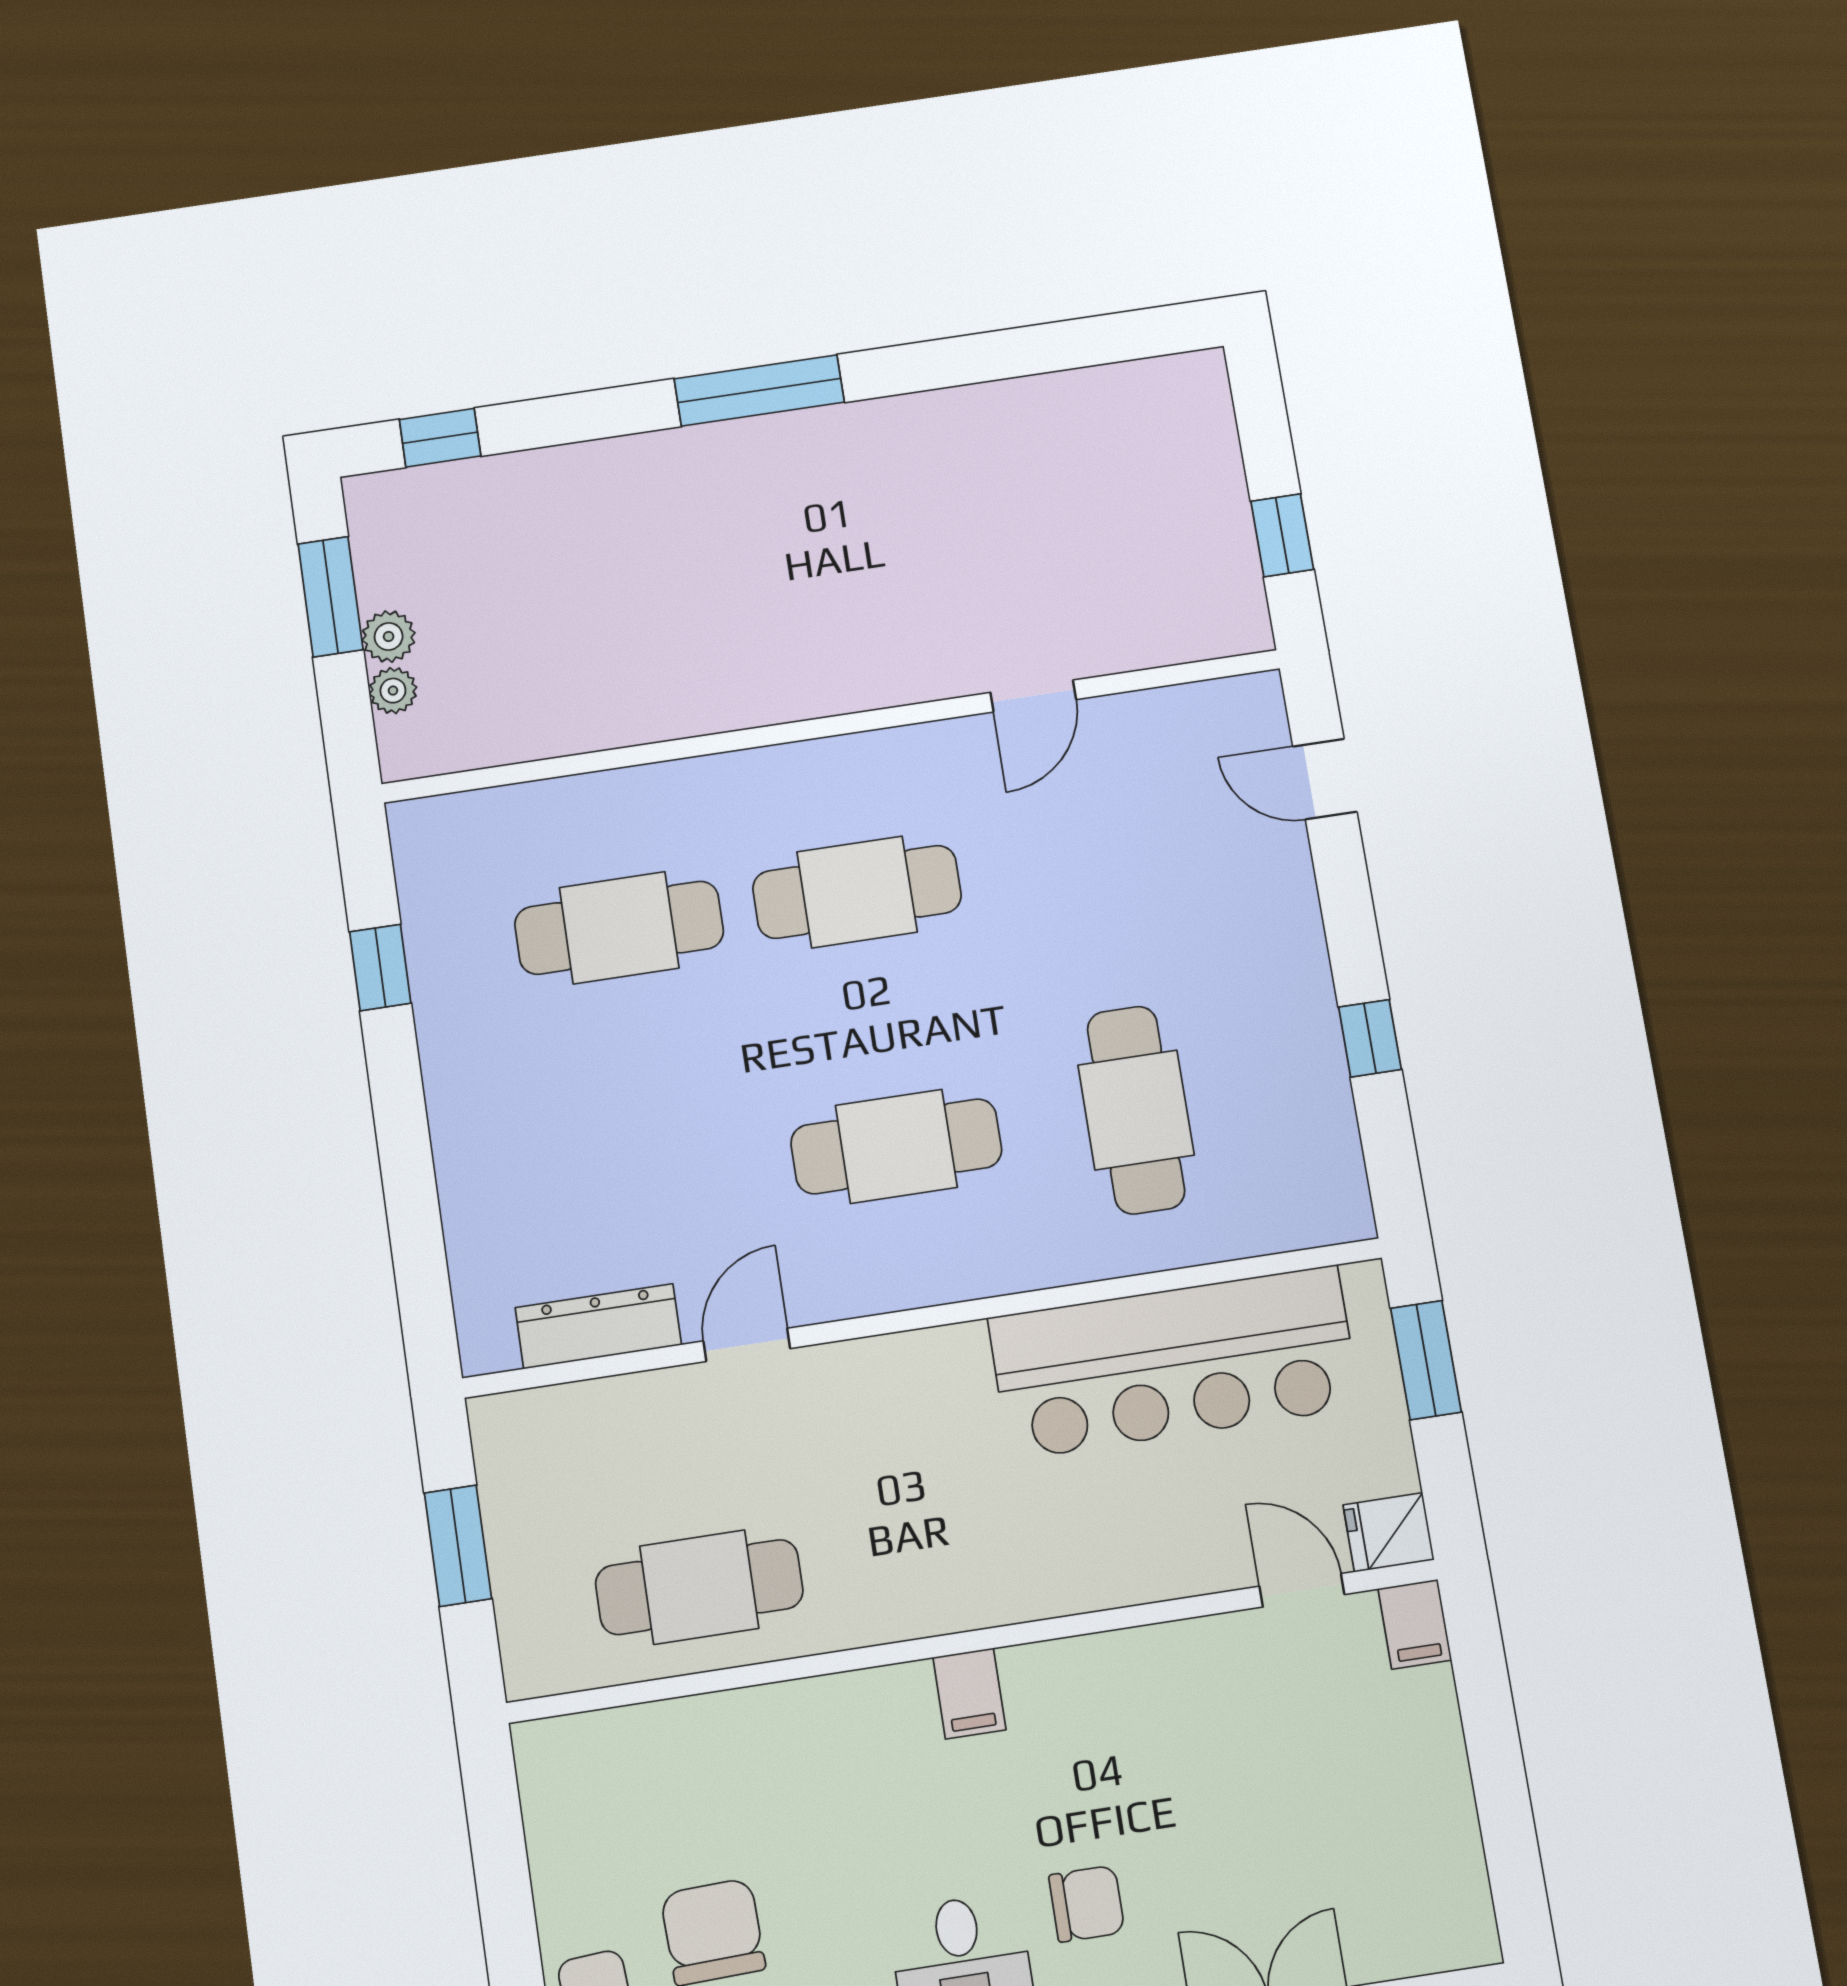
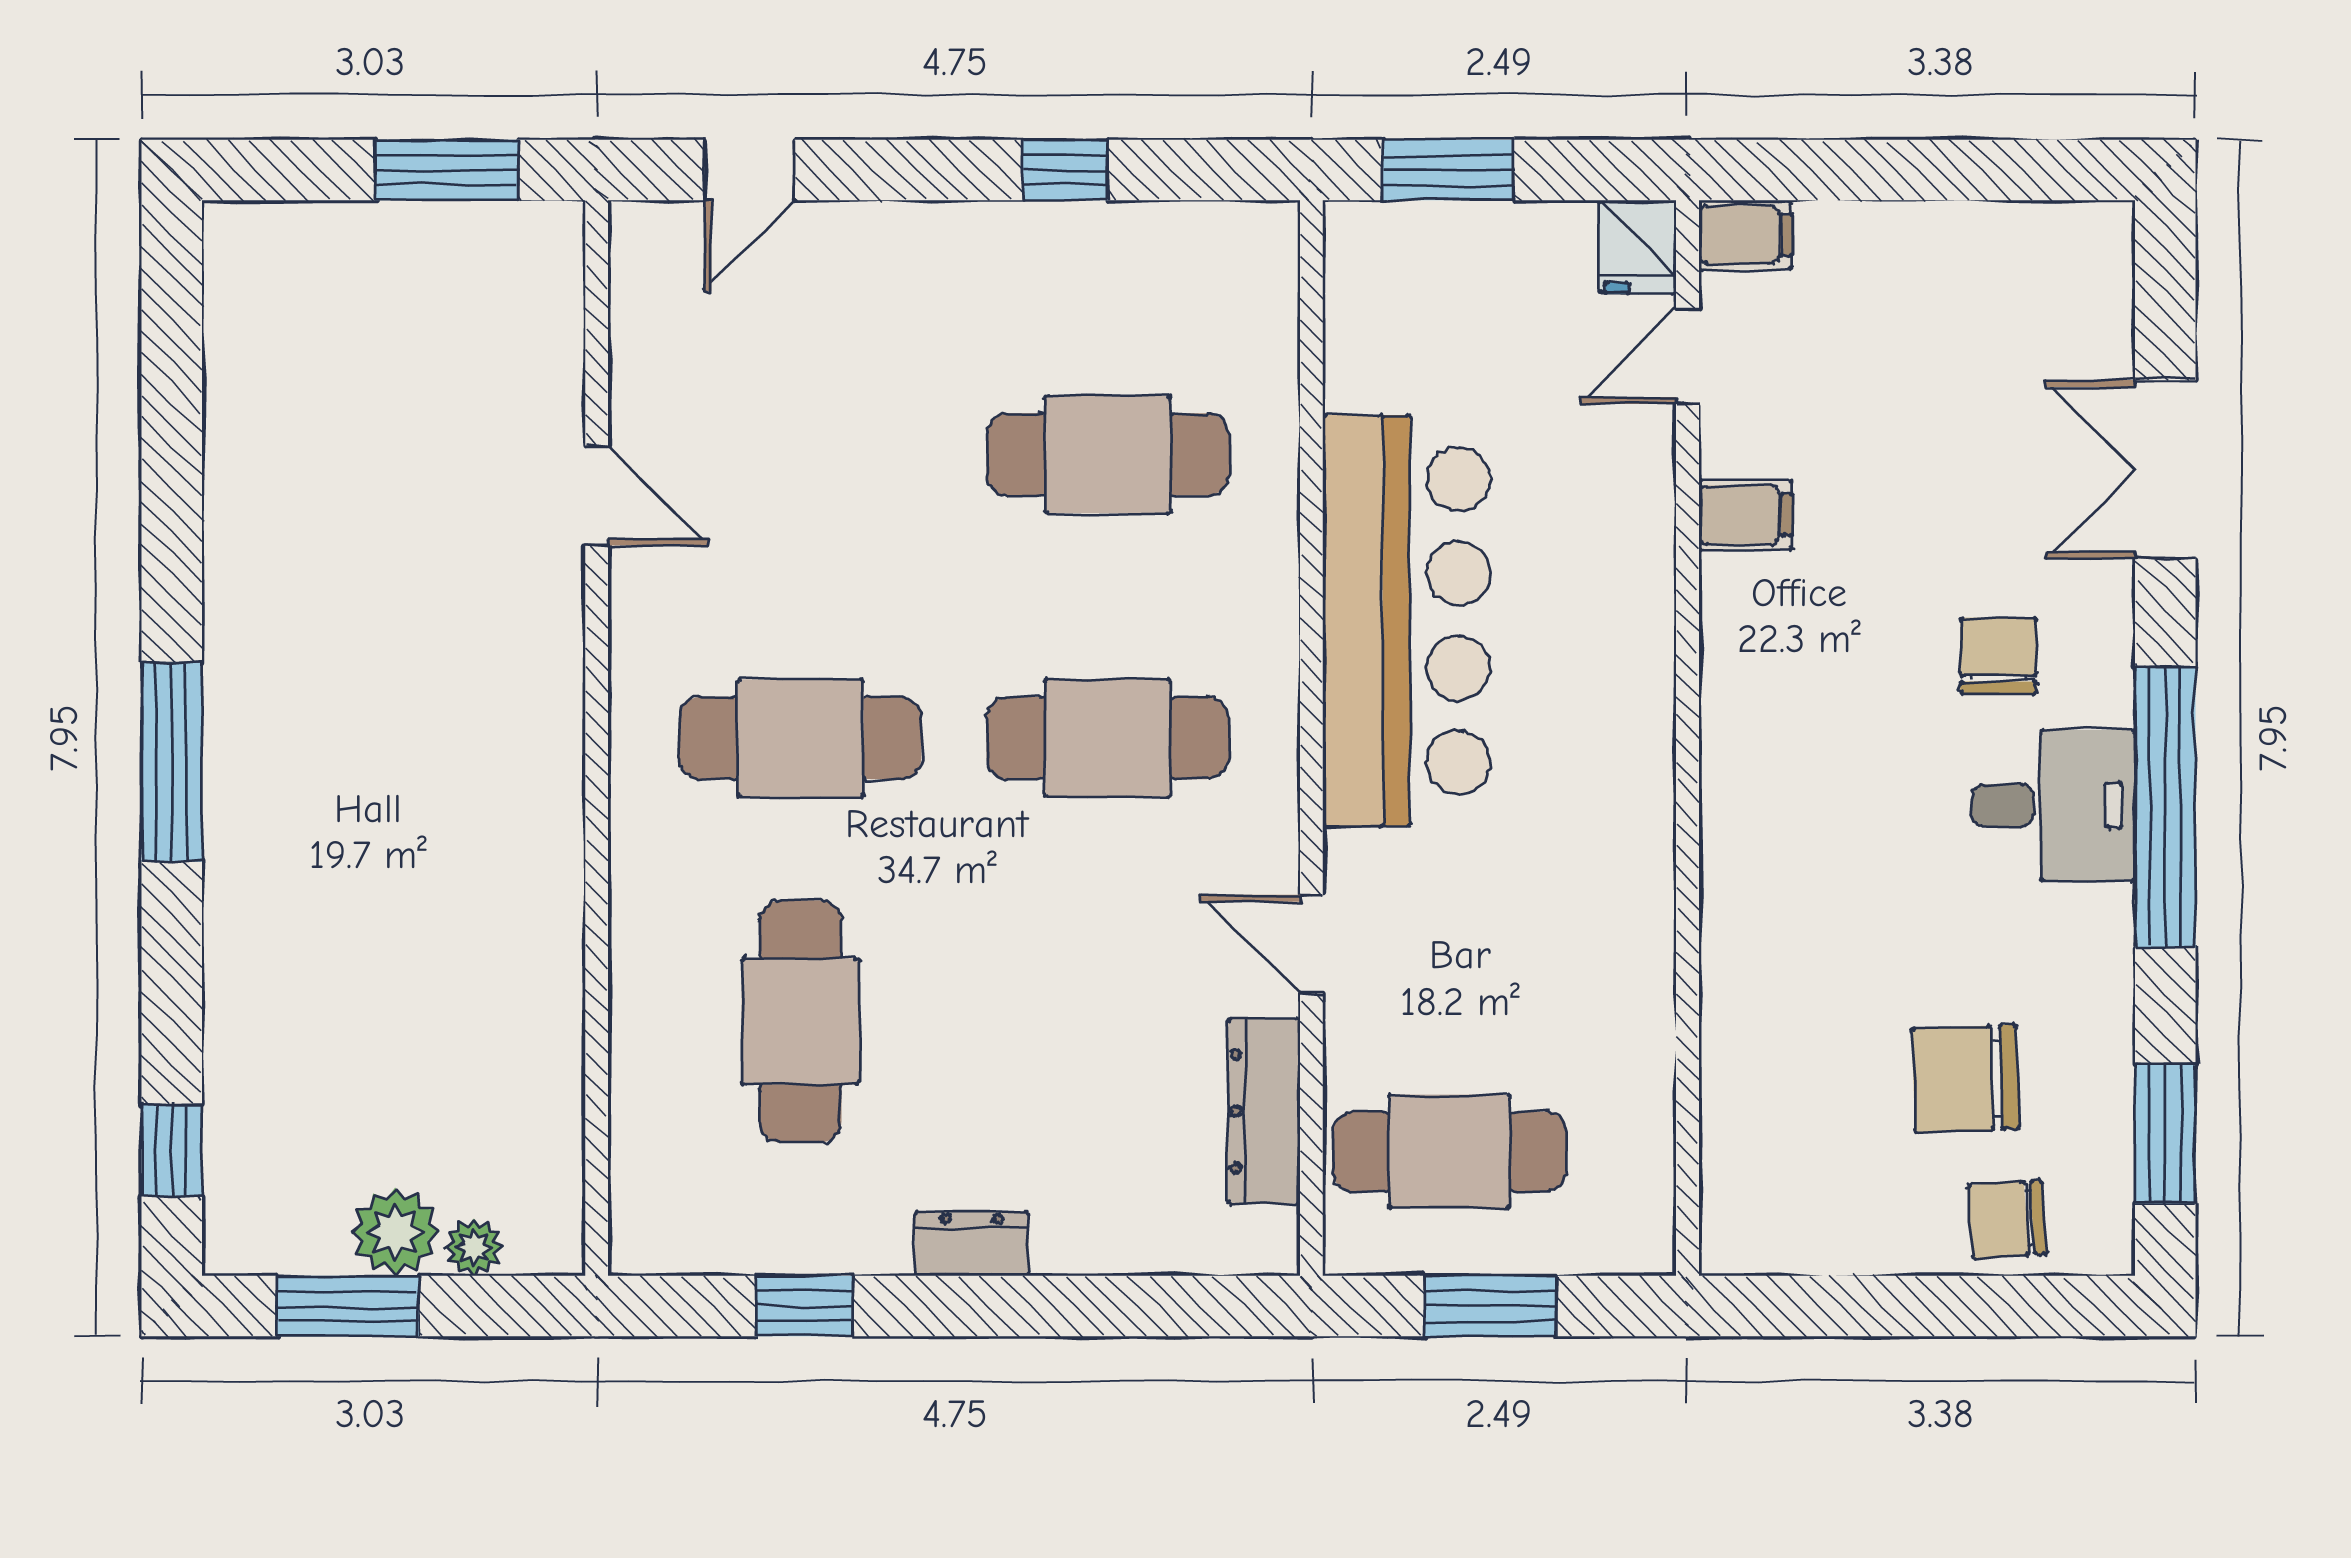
window: (1282, 535) -> (446, 170), width x1.50
plant: (389, 637) -> (395, 1232), width x1.38, depth x1.38
cafe table: (857, 892) -> (800, 738), turned 90
dresser: (451, 1098) -> (972, 1244), added
cafe table: (896, 1146) -> (1108, 738), turned 90
bar counter: (1174, 1362) -> (1406, 621), moved
cafe table: (699, 1587) -> (1449, 1151), moved, turned 90
filing cabinet: (969, 1694) -> (1746, 515), moved

